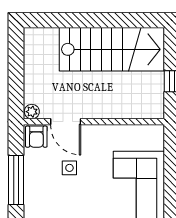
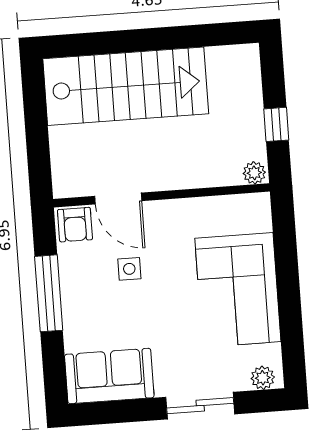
stairs: (112, 49) -> (126, 86), moved
plant: (32, 112) -> (254, 173), moved

